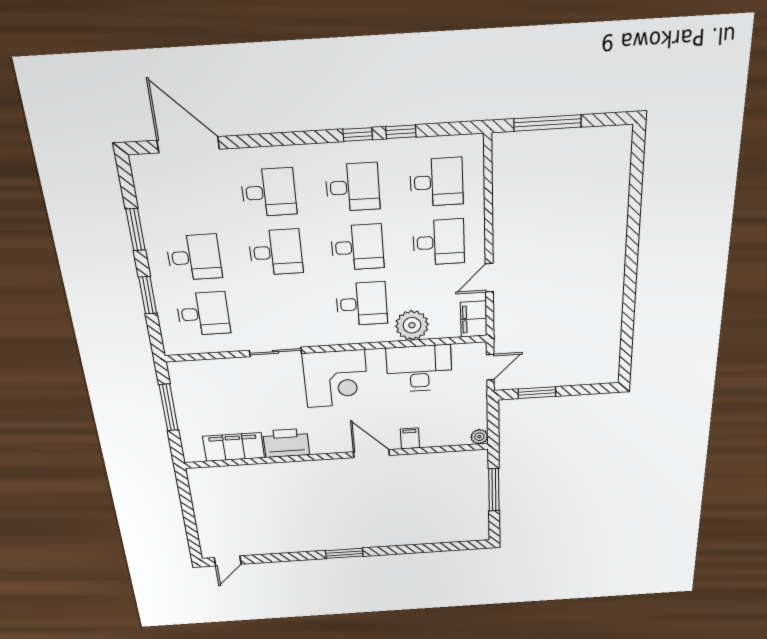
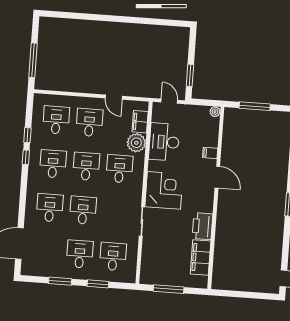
filing cabinet: (474, 319) -> (140, 122), moved, turned 90
door: (371, 454) -> (217, 177), swing flipped

